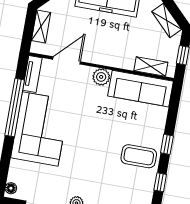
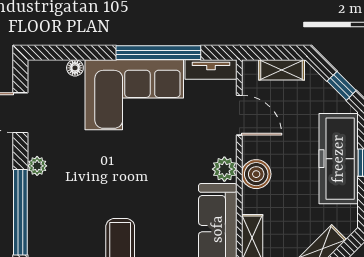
boiler: (108, 56) -> (256, 174), added
floor lamp: (11, 188) -> (75, 68), moved

